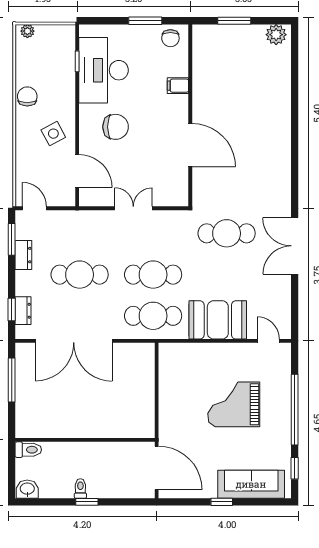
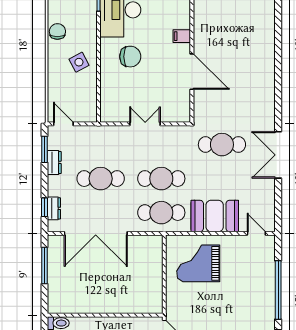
filing cabinet: (178, 86) -> (182, 36), moved
door: (77, 171) -> (99, 93), removed
grand piano: (234, 404) -> (198, 263), moved

